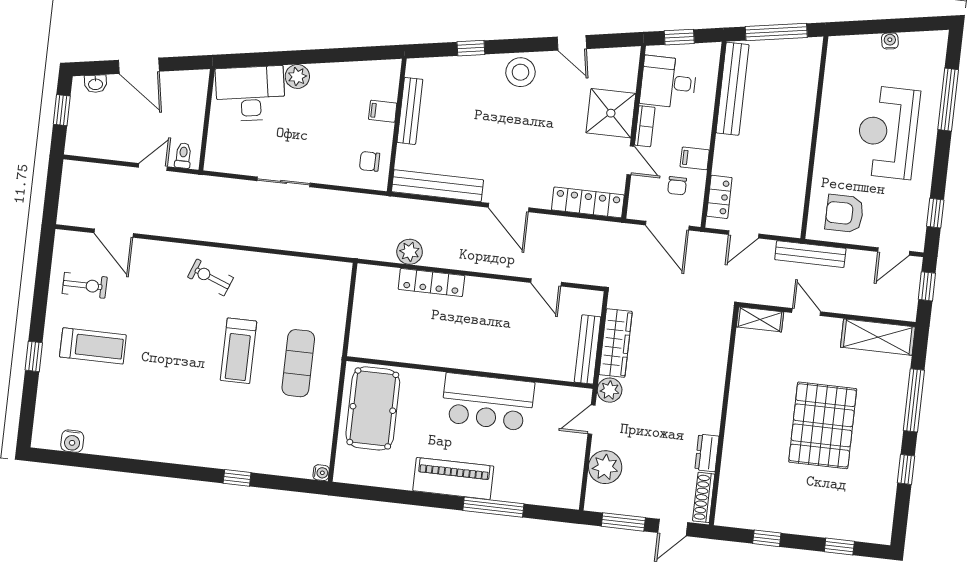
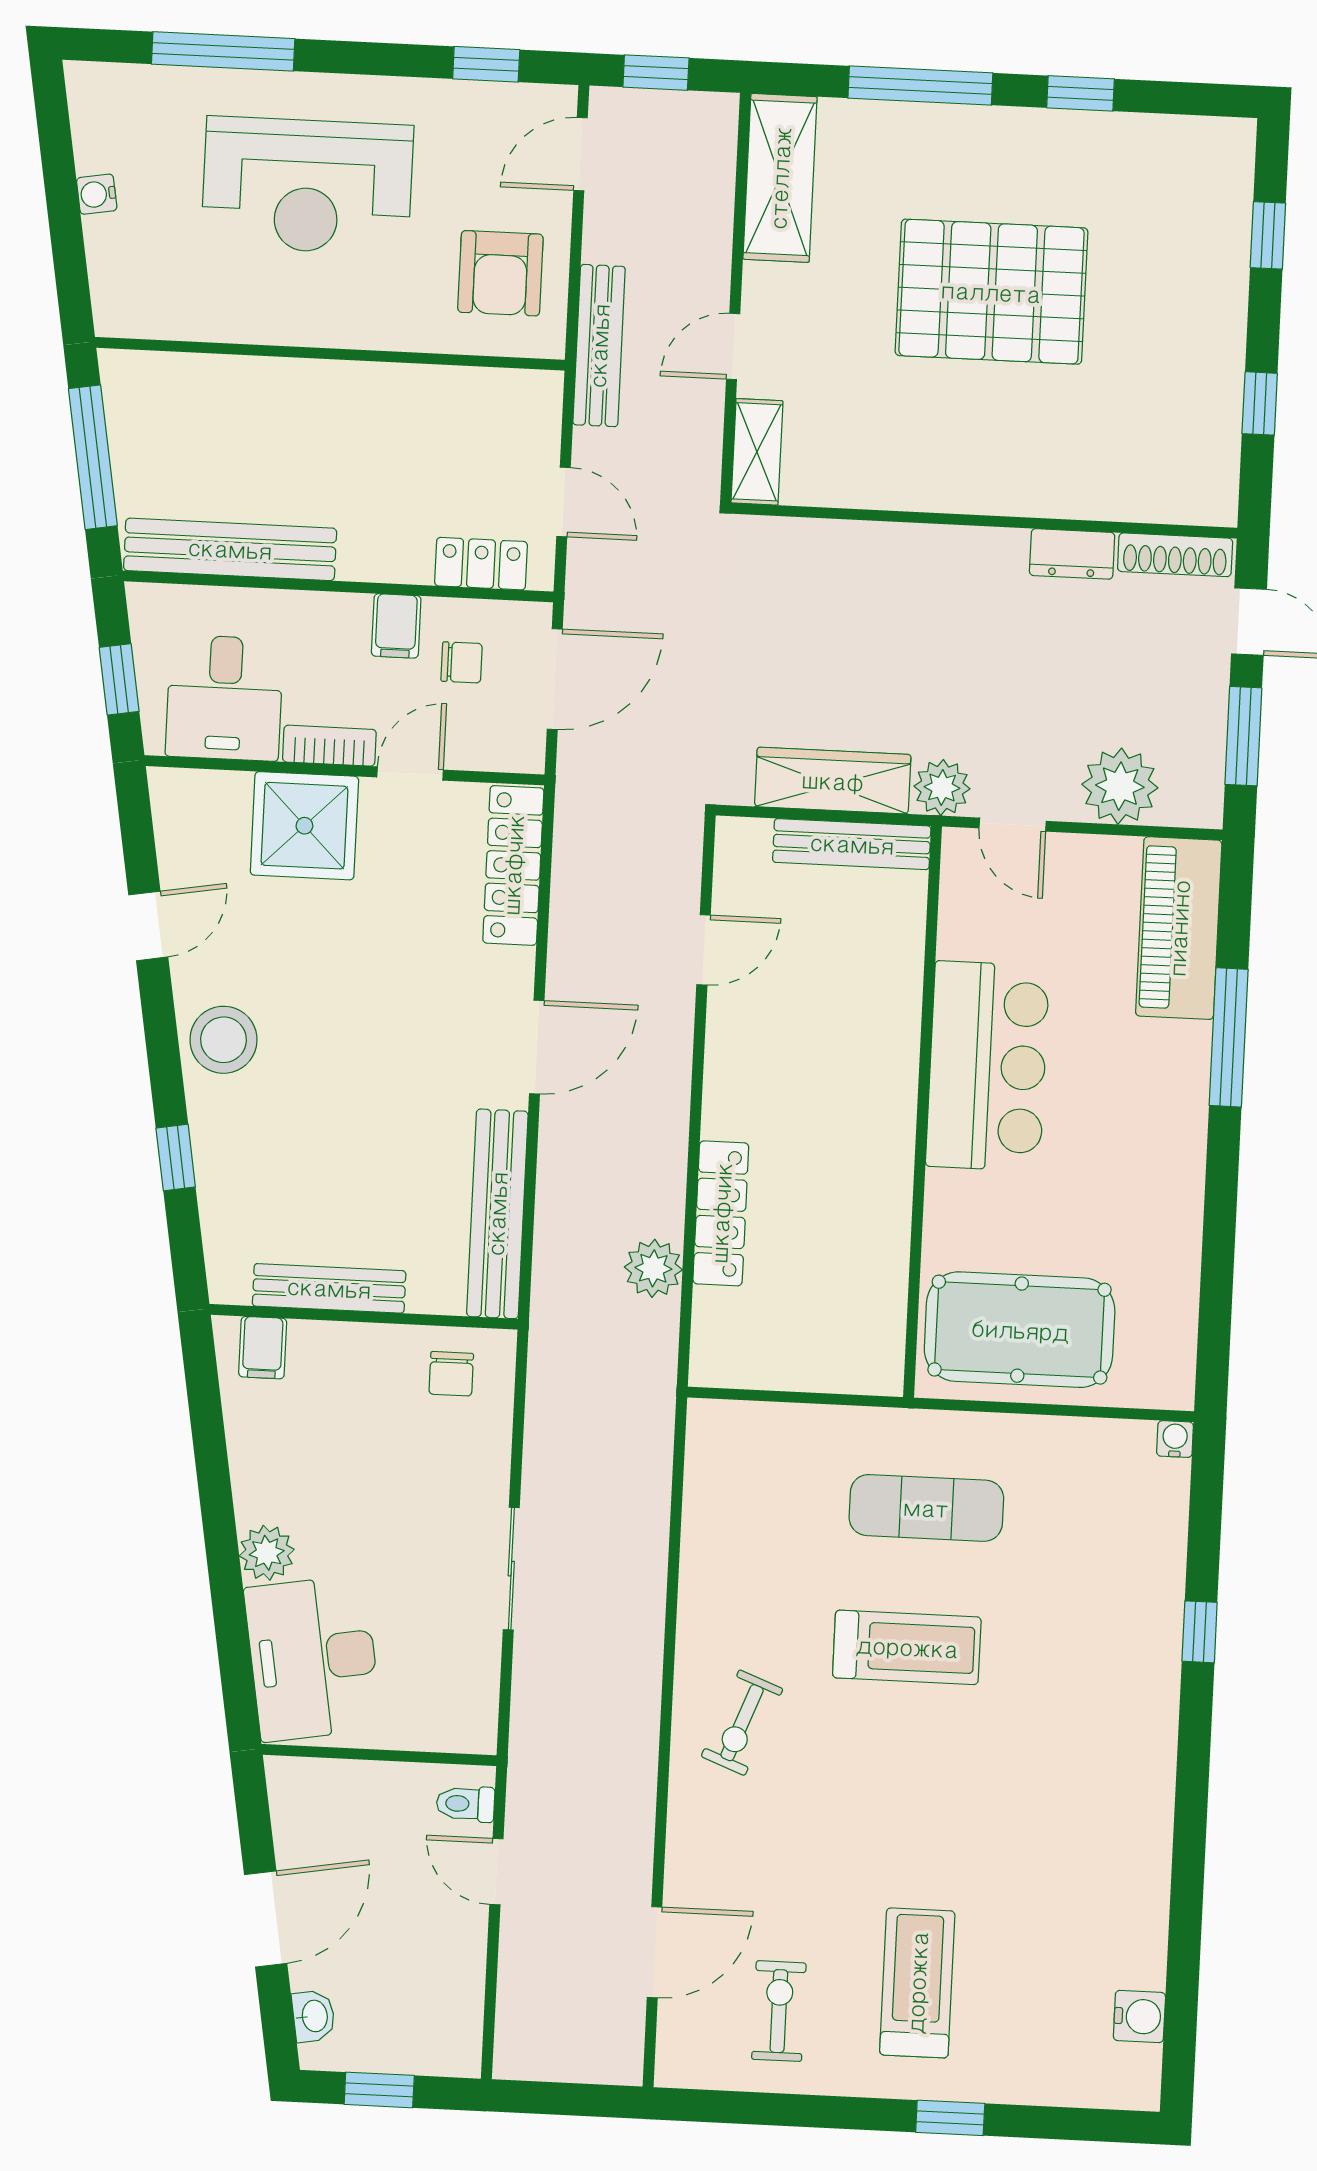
filing cabinet: (383, 111) -> (263, 1348), moved
door: (894, 251) -> (580, 154), swing flipped
piano: (453, 478) -> (1179, 928), moved

